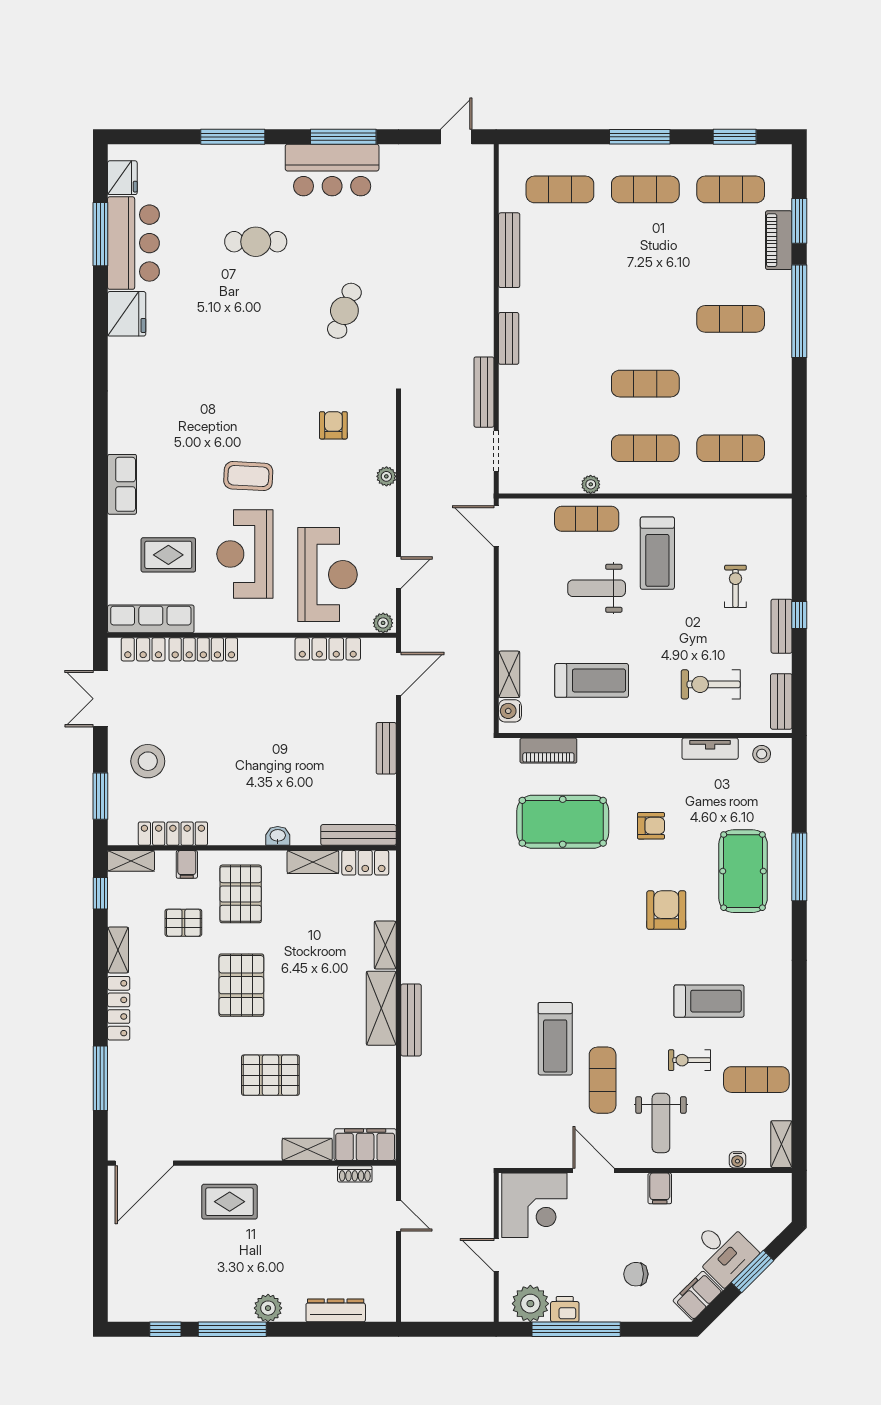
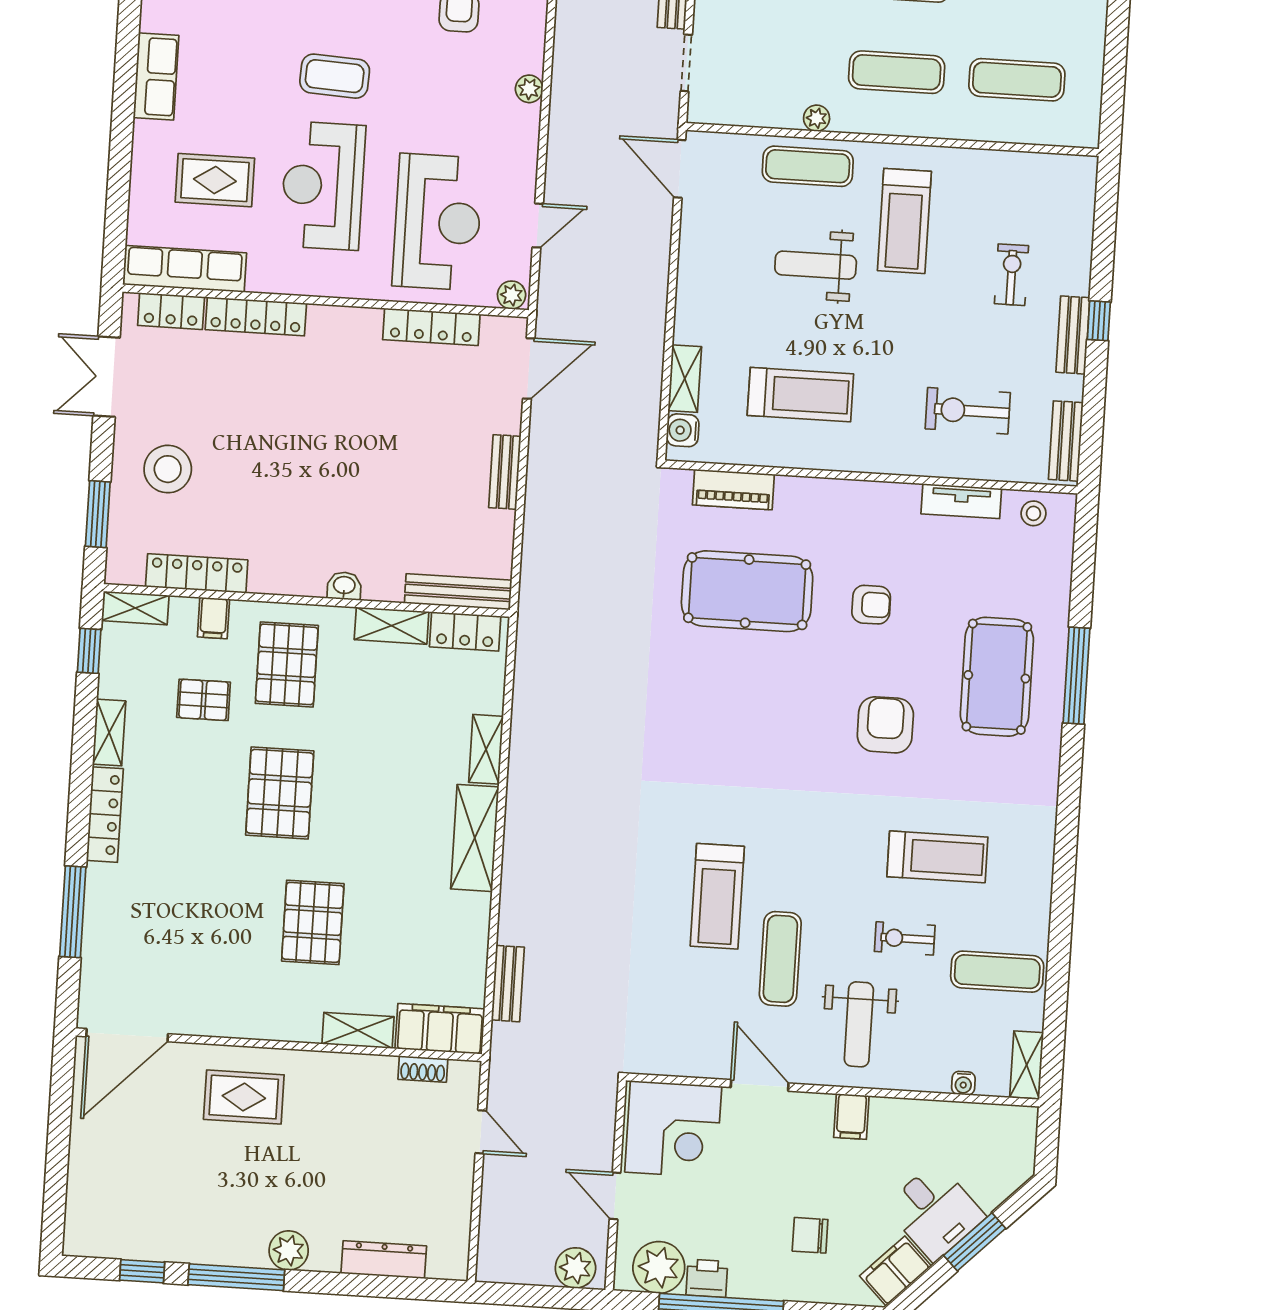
bench: (411, 1020) -> (508, 984), moved, width x0.73
pallet: (270, 1075) -> (313, 922), turned 90
plant: (471, 1308) -> (575, 1268), added

